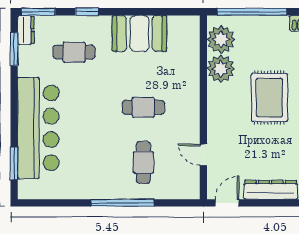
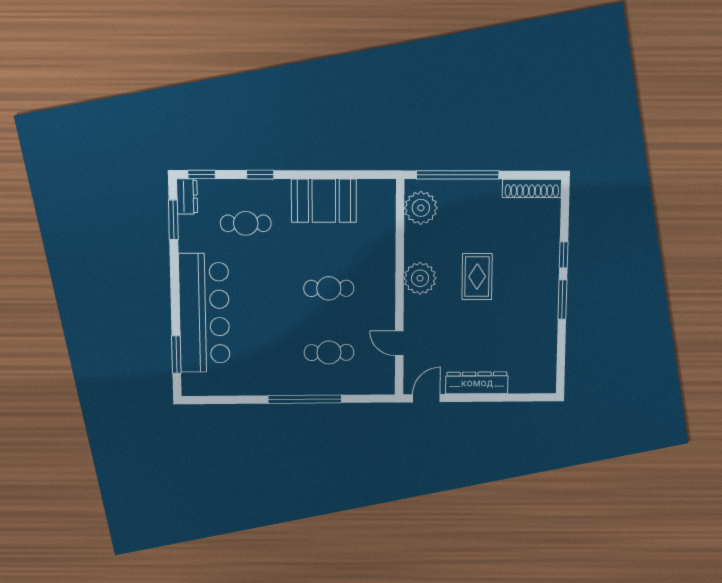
window: (38, 12) -> (202, 174), width x0.67
plant: (221, 69) -> (420, 278), moved
rug: (269, 98) -> (477, 277), width x0.73, depth x0.70
cafe table: (143, 162) -> (329, 352), turned 90

